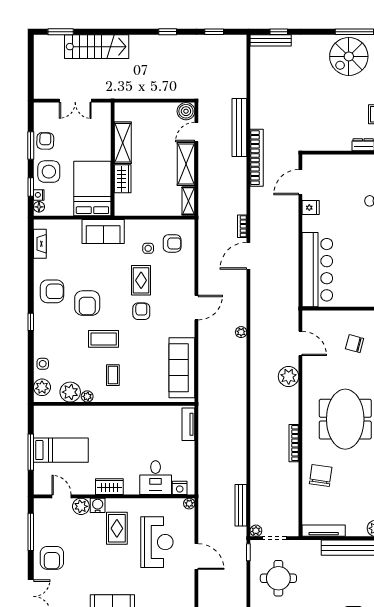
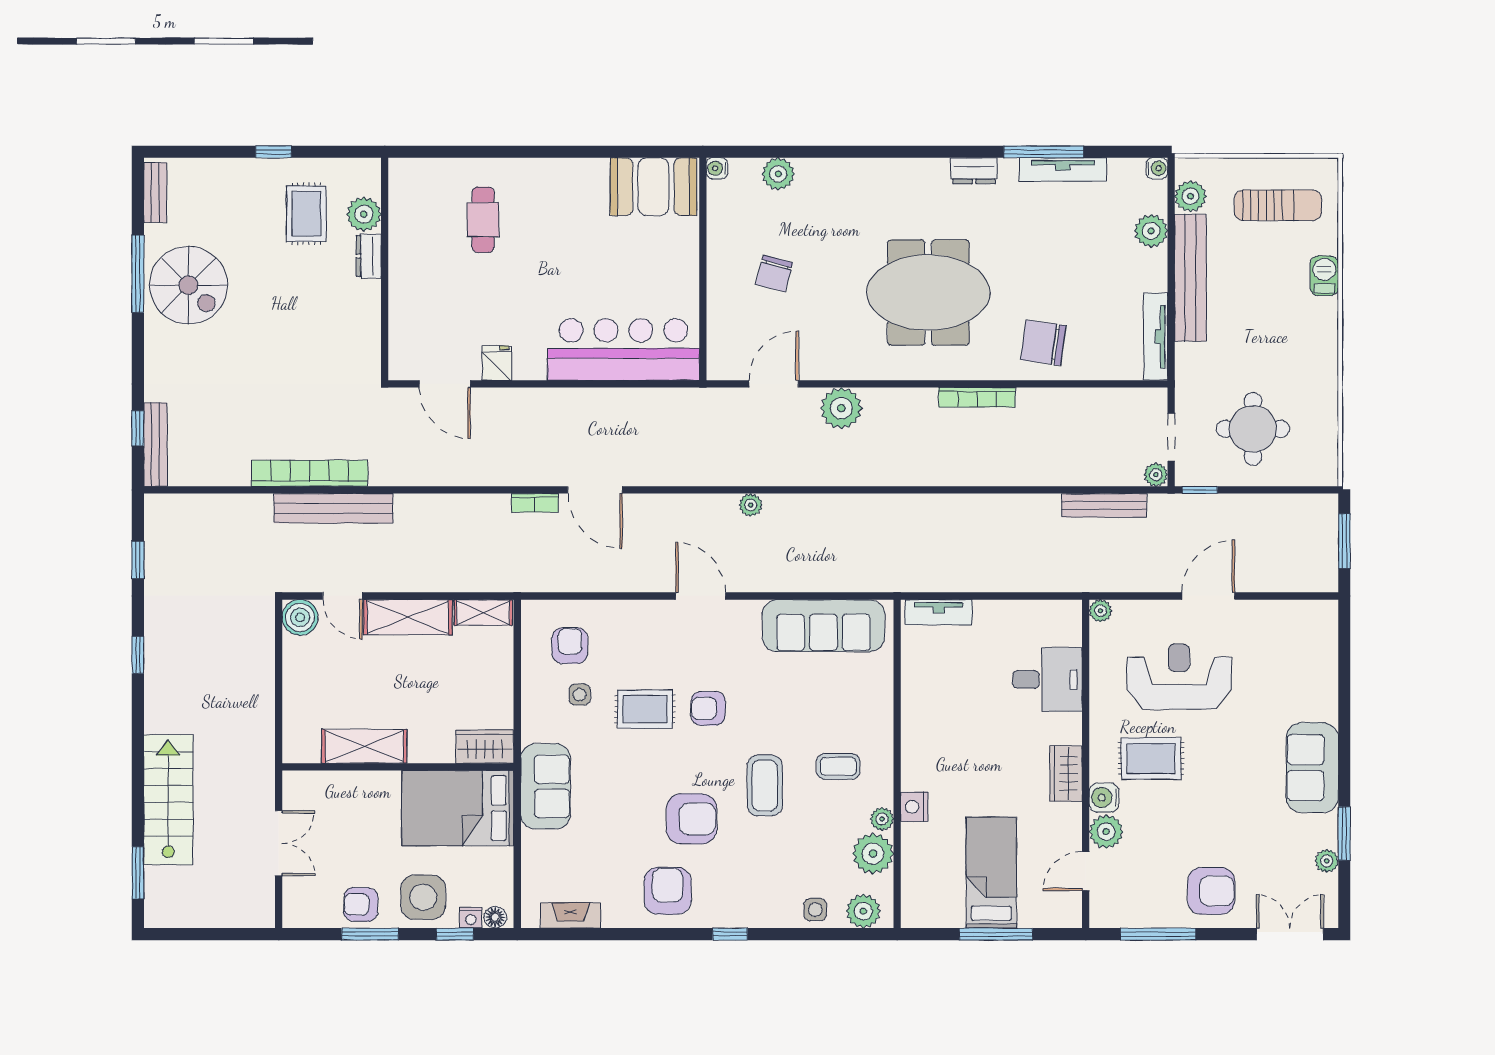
bookcase: (257, 158) -> (310, 473), moved
wardrobe: (123, 179) -> (485, 747), moved
nightstand: (180, 488) -> (914, 807), moved, turned 180

